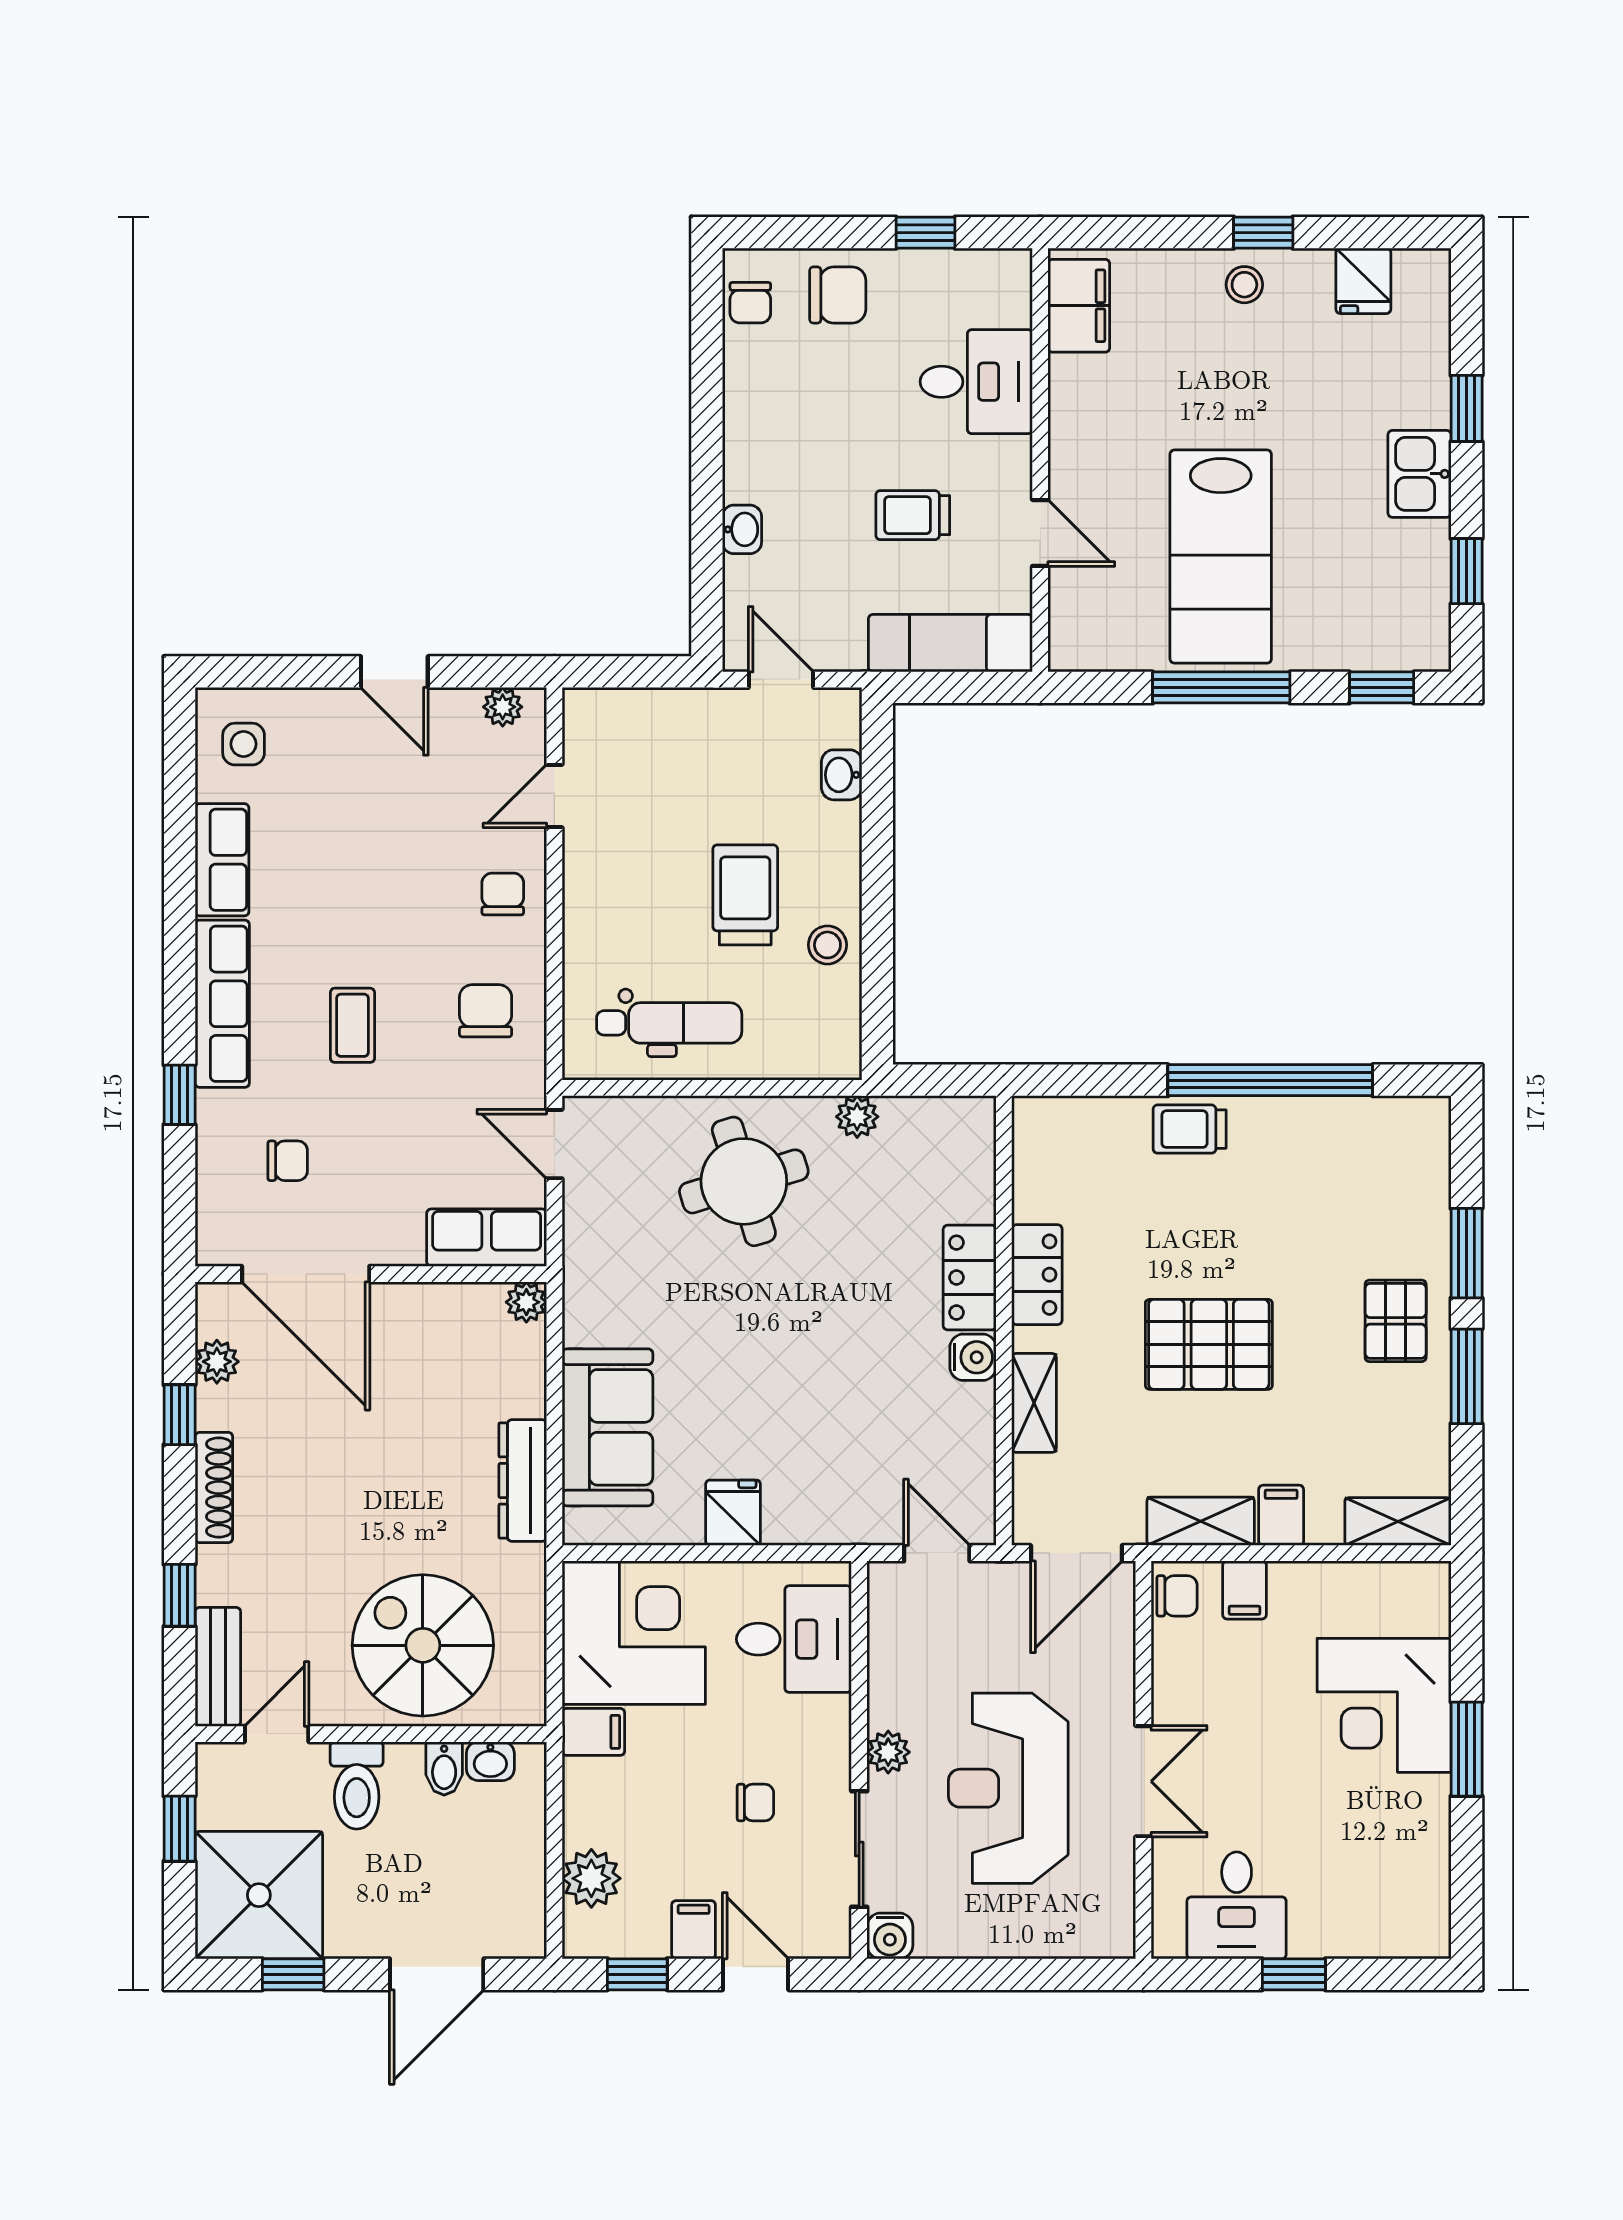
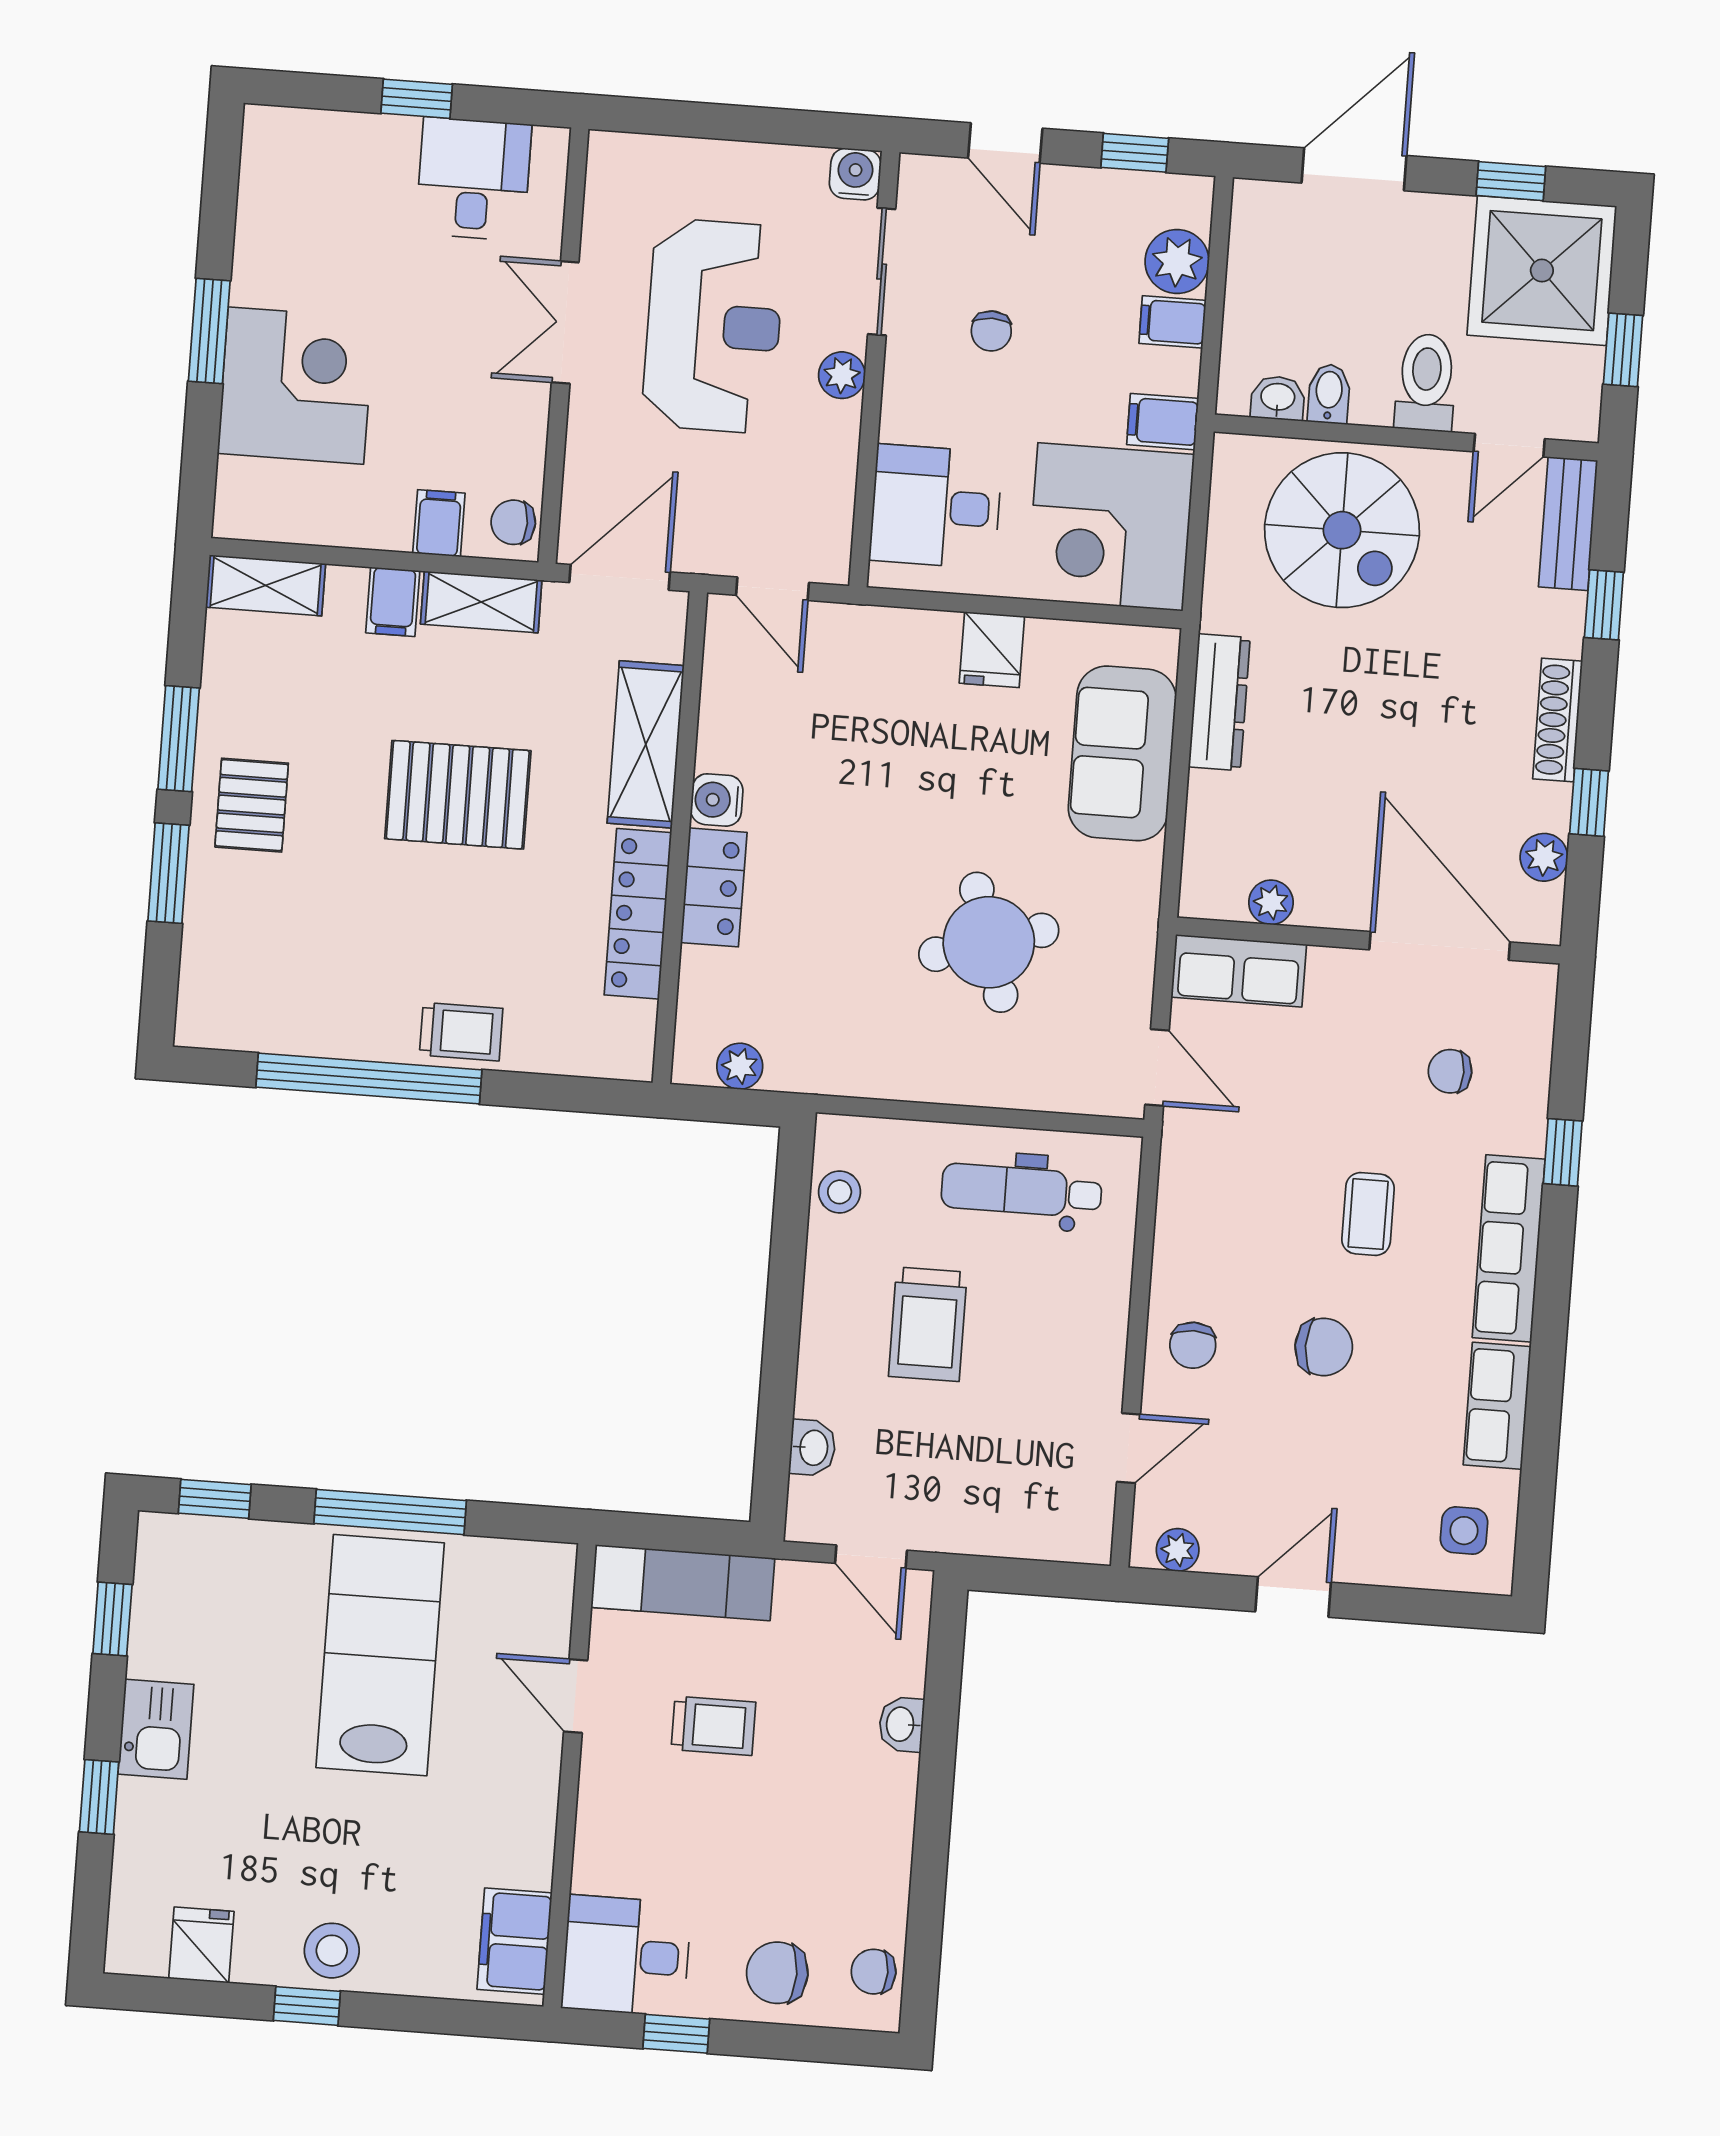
stool: (1244, 285) -> (332, 1951), width x1.37, depth x1.37
chair: (750, 303) -> (874, 1972), turned -90
desk: (976, 382) -> (626, 1956), moved
door: (394, 672) -> (1293, 1597), hinge flipped
stool: (827, 945) -> (840, 1192), moved
chair: (486, 1011) -> (1324, 1347), moved, turned -90
plant: (857, 1117) -> (740, 1066), moved
round table: (744, 1181) -> (989, 942), moved
locker: (1037, 1275) -> (638, 914), width x1.53
plant: (526, 1302) -> (1271, 902), moved
shelving: (1034, 1403) -> (646, 744), width x1.50, depth x1.33
chair: (755, 1802) -> (991, 331), turned -90
filing cabinet: (694, 1930) -> (1173, 322), moved, turned 90

